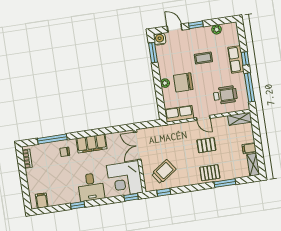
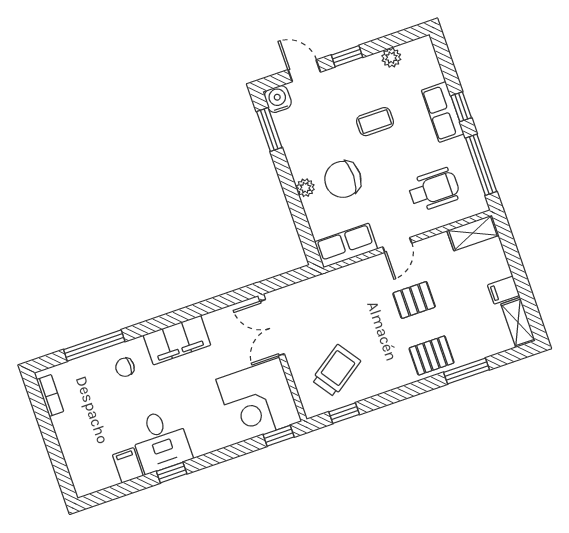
door: (203, 118) -> (397, 245), hinge flipped
desk: (91, 187) -> (160, 441), moved
filing cabinet: (42, 201) -> (128, 465), moved

